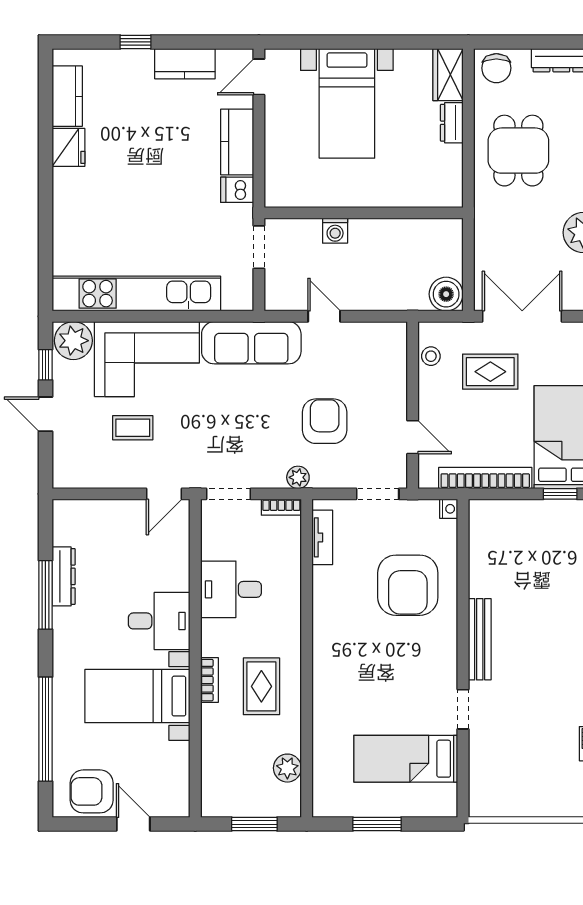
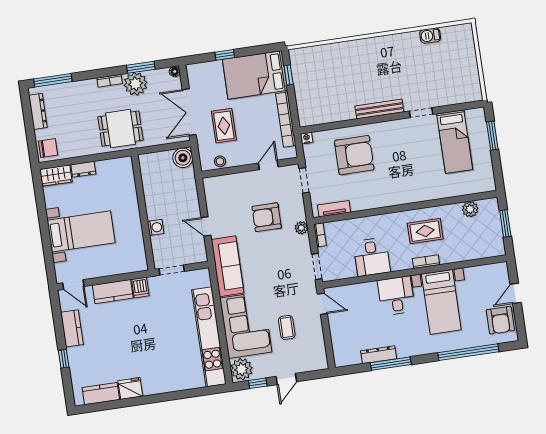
dining table: (518, 151) -> (121, 129), moved
door: (324, 316) -> (206, 226), hinge flipped
window: (377, 824) -> (492, 136), moved

